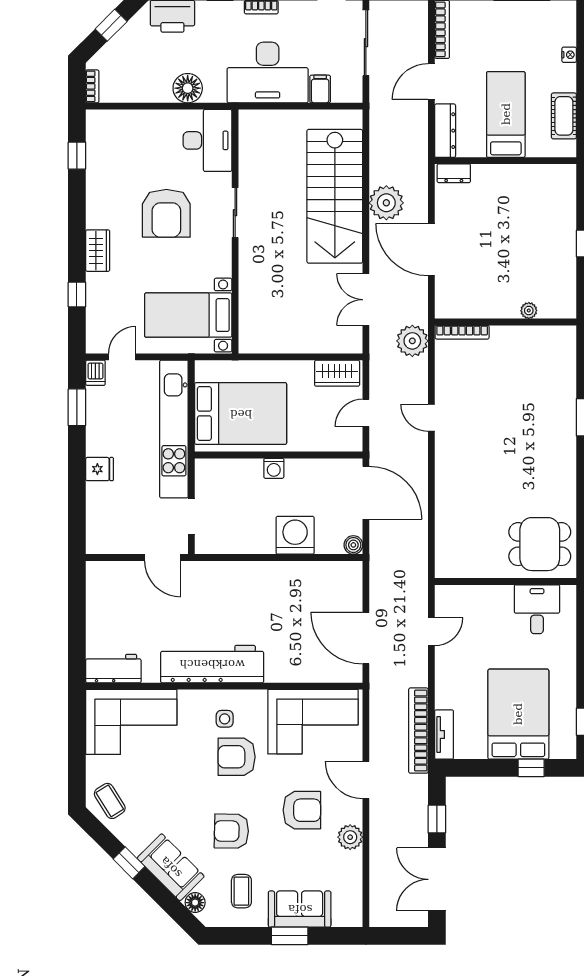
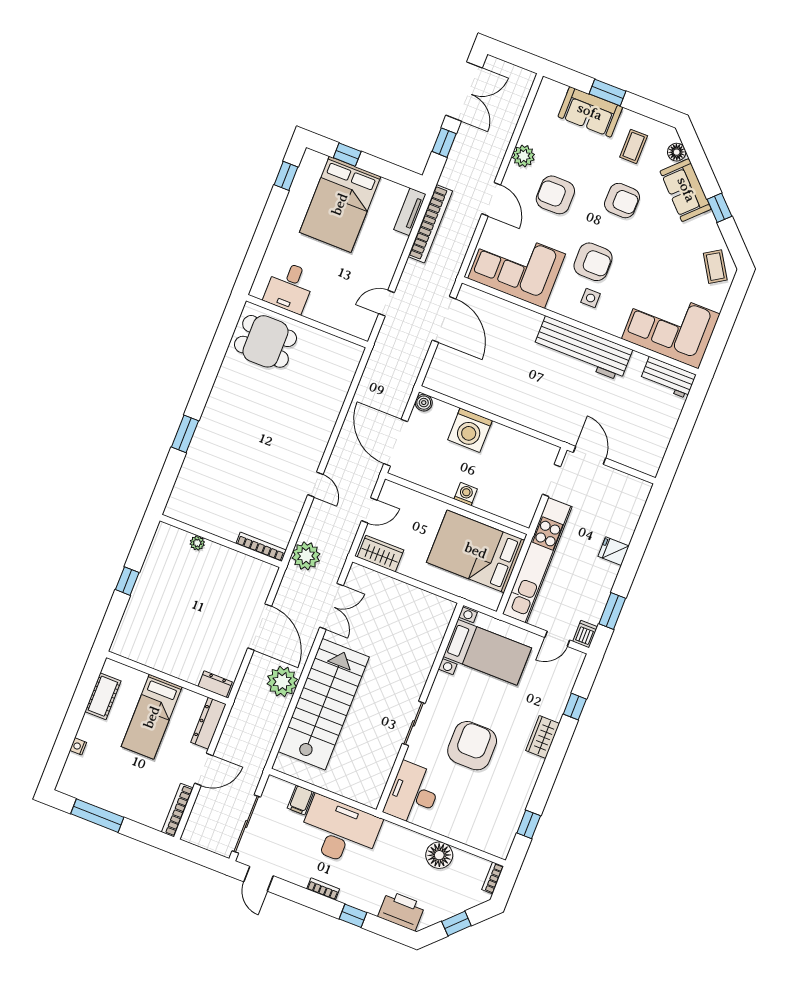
floor lamp: (188, 88) -> (439, 855), moved

